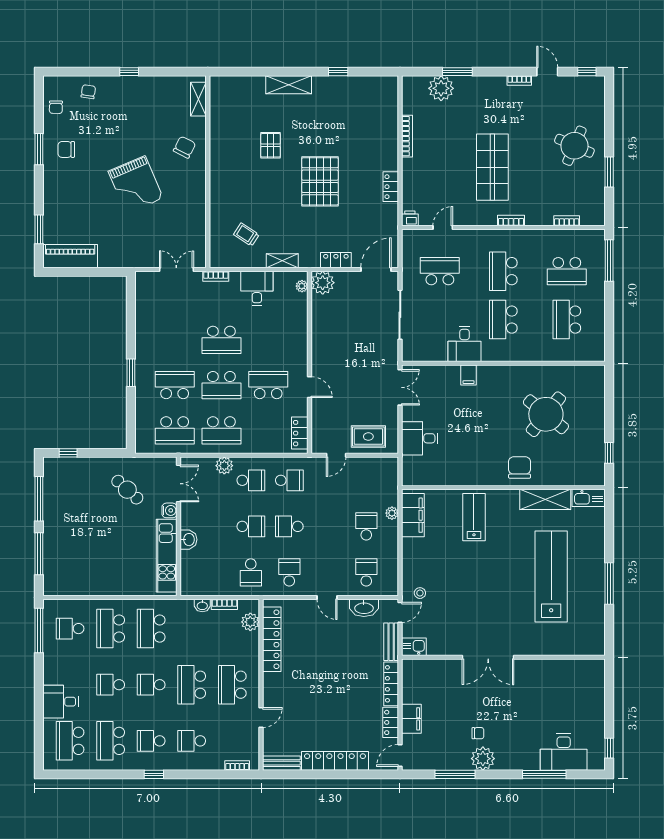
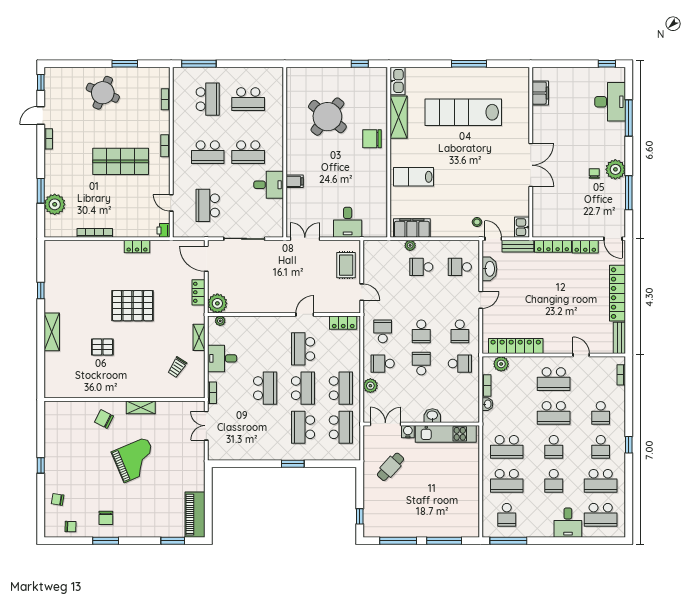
shelving: (198, 99) -> (141, 407), moved
school desk: (251, 480) -> (383, 364), turned -90
school desk: (289, 572) -> (460, 331), turned -90
filing cabinet: (411, 719) -> (540, 93), moved, turned 90

